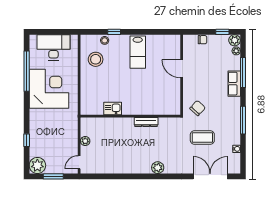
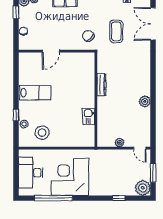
plant: (158, 168) -> (145, 101), moved

